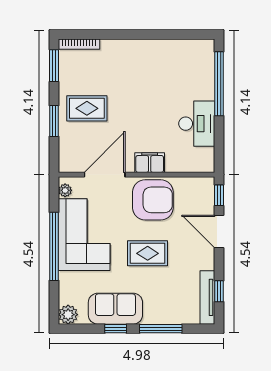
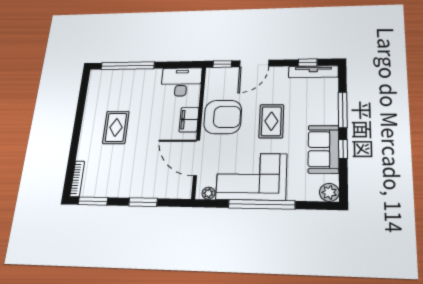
rug: (87, 108) -> (116, 127), moved
desk: (197, 124) -> (181, 82), moved
armchair: (153, 200) -> (223, 117), turned 90

